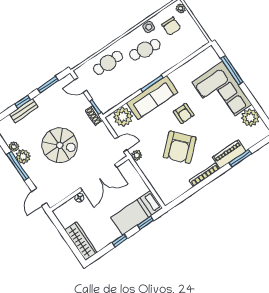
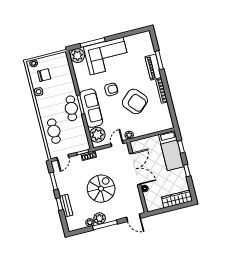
cafe table: (145, 50) -> (71, 108), moved
plant: (250, 118) -> (77, 56), moved

